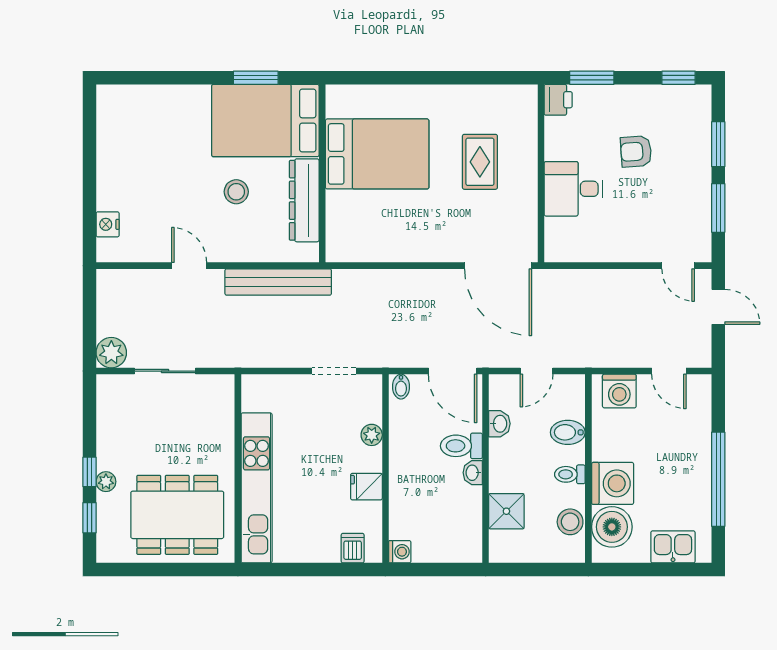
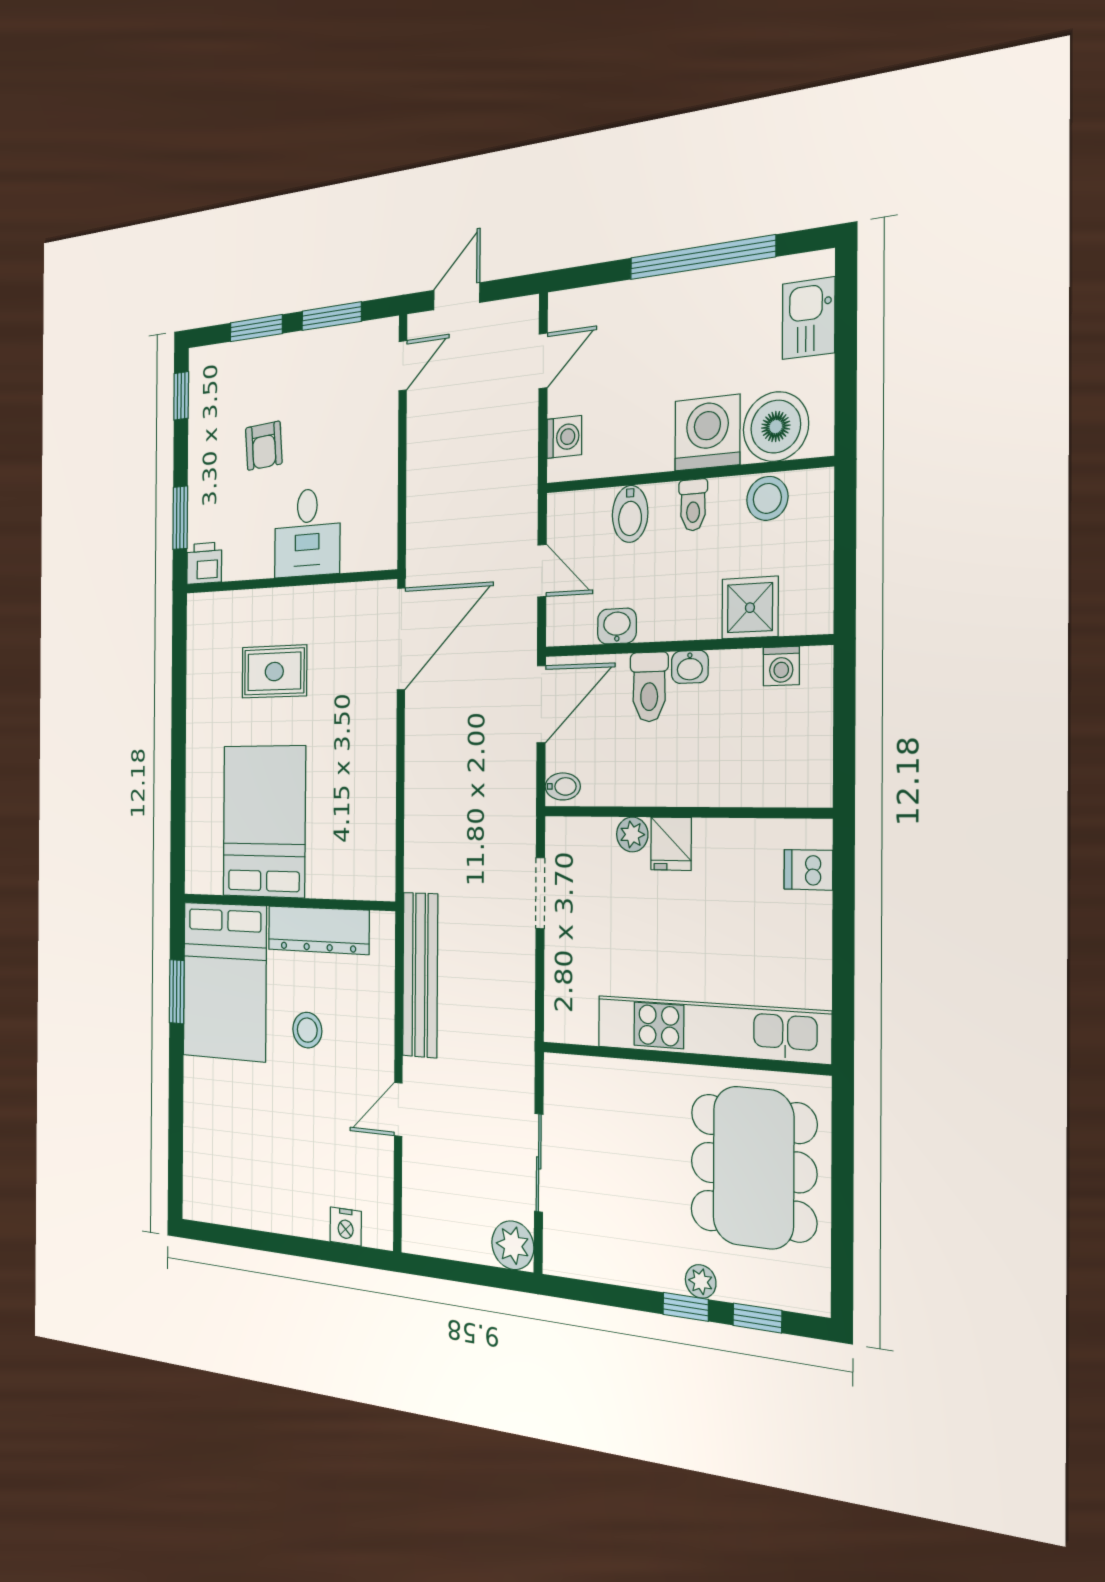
washing machine: (619, 391) -> (564, 437), width x0.73, depth x0.73
fridge: (366, 487) -> (671, 844), moved
washing machine: (400, 552) -> (781, 666), moved, turned 180

